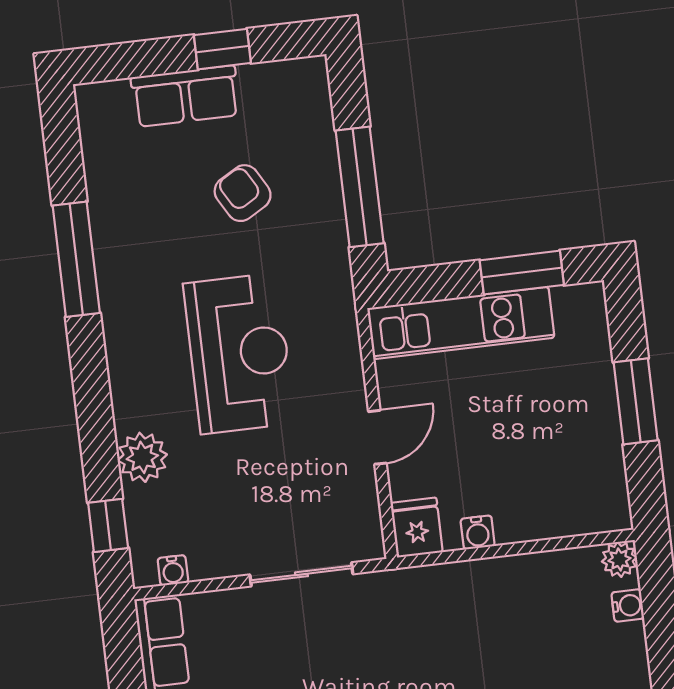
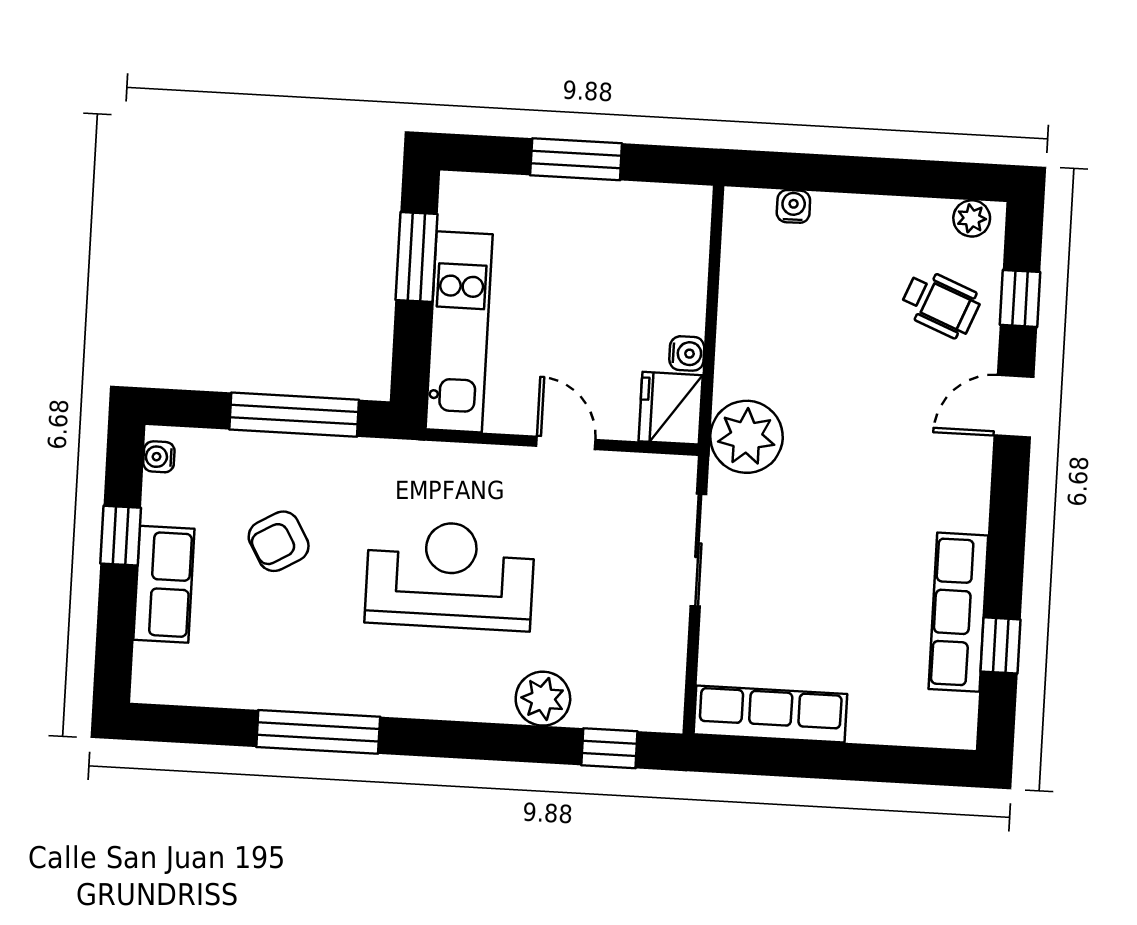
fridge: (417, 528) -> (671, 408), width x1.38
plant: (619, 559) -> (747, 437), moved, width x1.87, depth x1.87
water cooler: (173, 570) -> (159, 457), moved, turned 180

